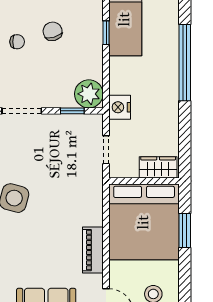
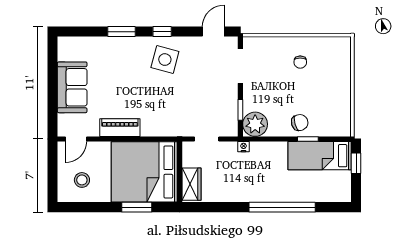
chair: (53, 31) -> (300, 123), moved
nightstand: (120, 107) -> (244, 147), width x0.53, depth x0.56

